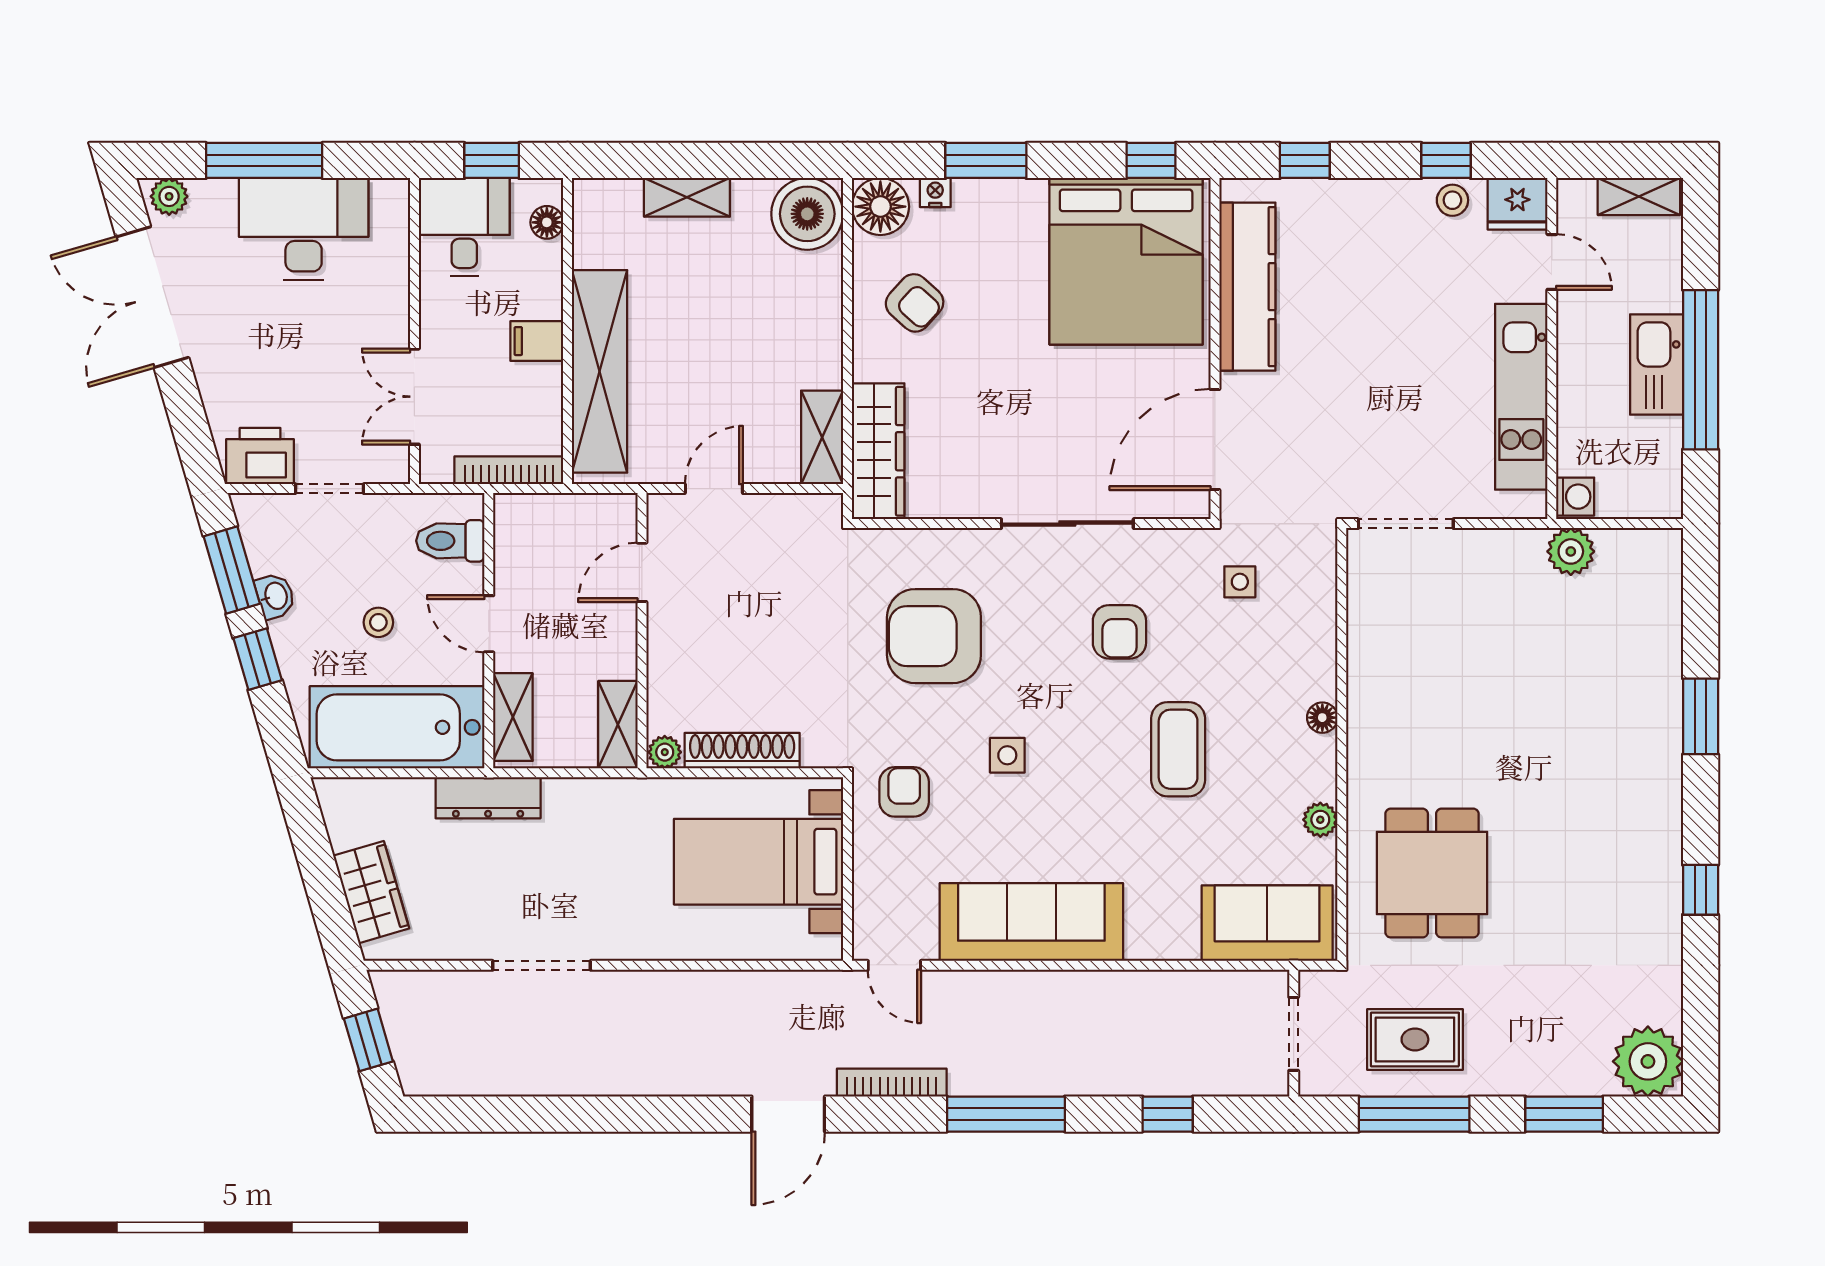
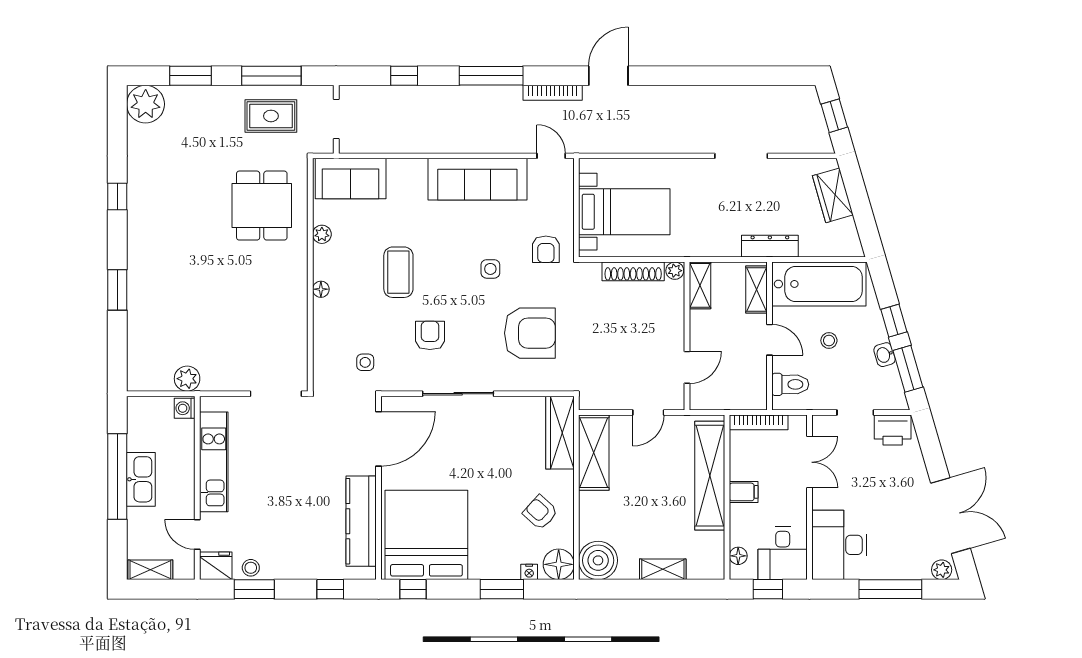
window: (1446, 160) -> (254, 589), width x1.50
desk: (304, 229) -> (839, 545), moved, turned 90
shelving: (822, 437) -> (594, 453), width x1.50, depth x1.33

